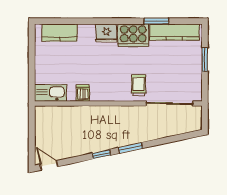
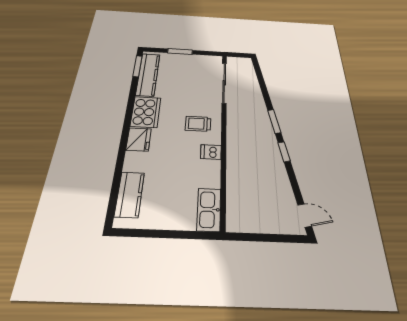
window: (157, 21) -> (137, 66), moved
trolley: (139, 85) -> (198, 124), moved
dishwasher: (83, 93) -> (211, 152), moved
door: (49, 165) -> (305, 215), swing flipped

